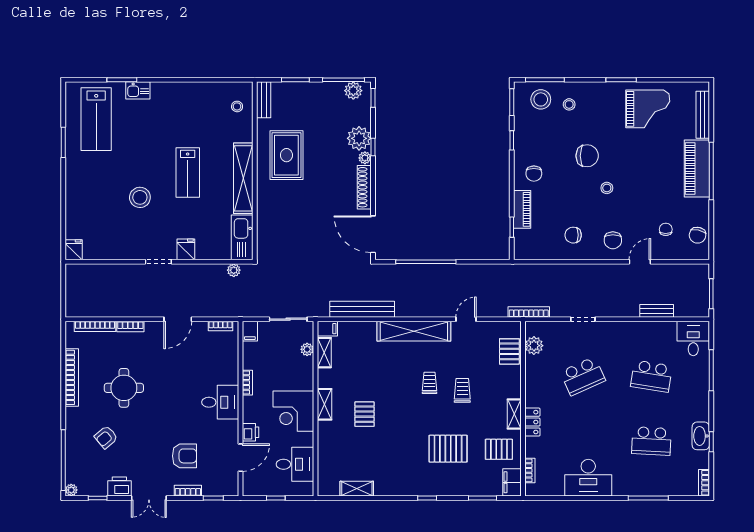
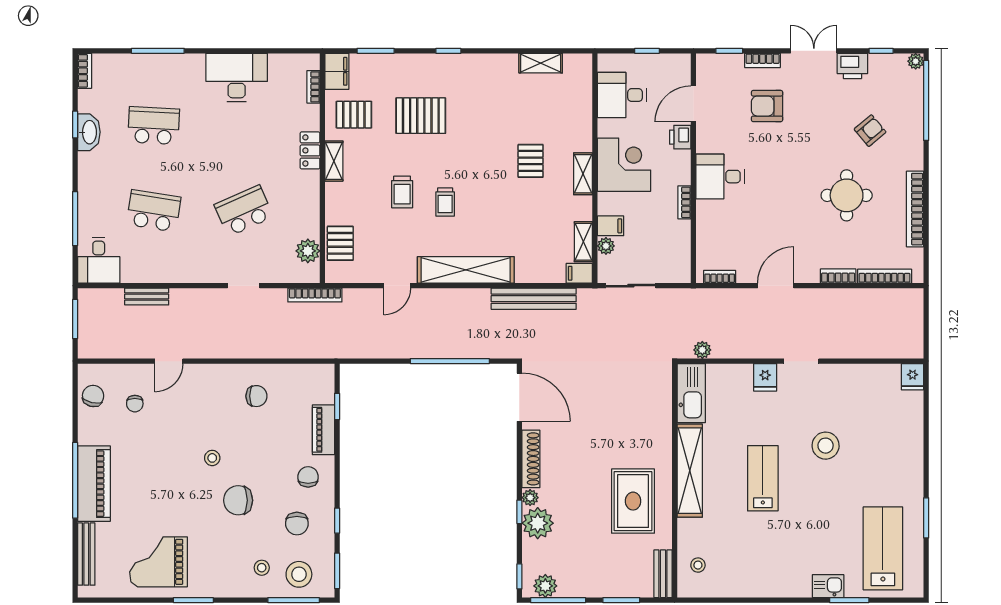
chair: (613, 240) -> (297, 524), moved, turned 180
filing cabinet: (250, 331) -> (611, 226), moved, turned 90

